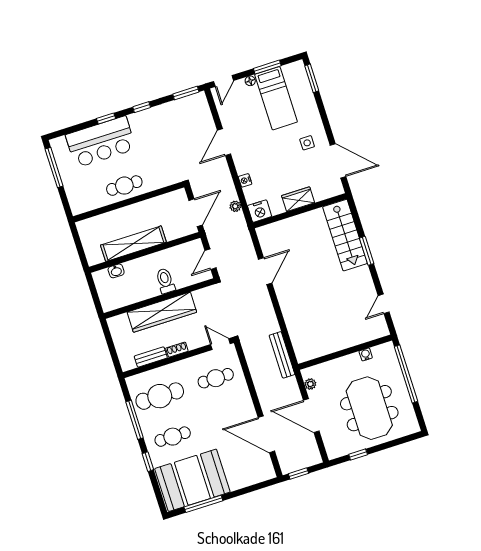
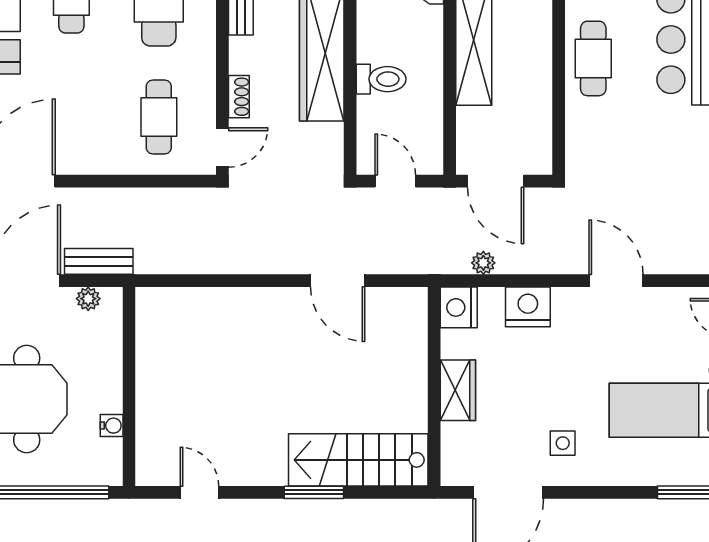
nightstand: (245, 180) -> (528, 307), width x1.89, depth x1.79
shoe rack: (177, 350) -> (239, 97), moved
bench: (282, 355) -> (99, 261), moved, width x0.73

